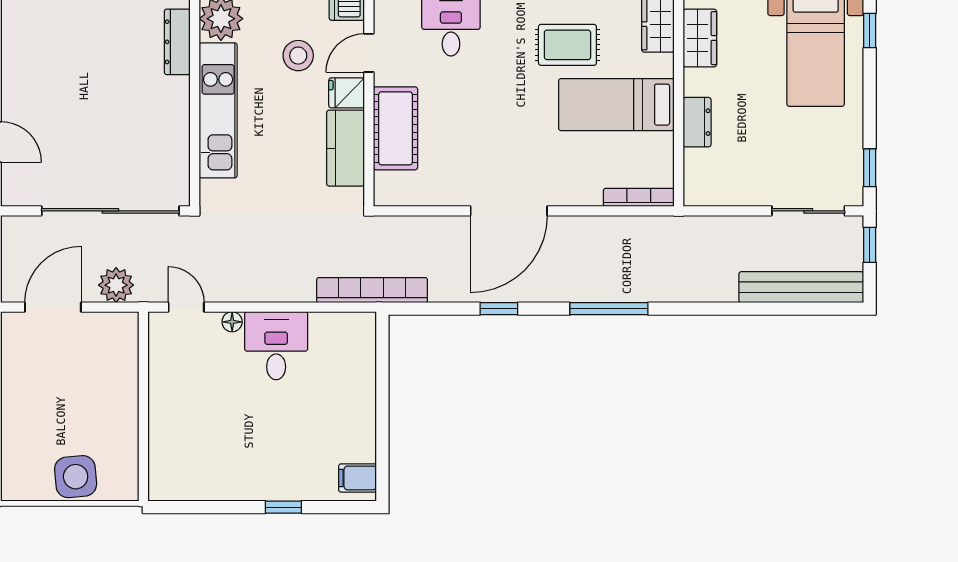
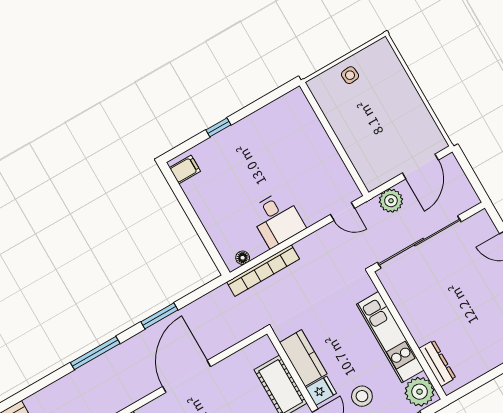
bookcase: (372, 290) -> (263, 271), moved
window: (499, 309) -> (159, 316), width x1.50
floor lamp: (232, 322) -> (243, 258), moved
side table: (76, 477) -> (350, 75), width x0.54, depth x0.54

